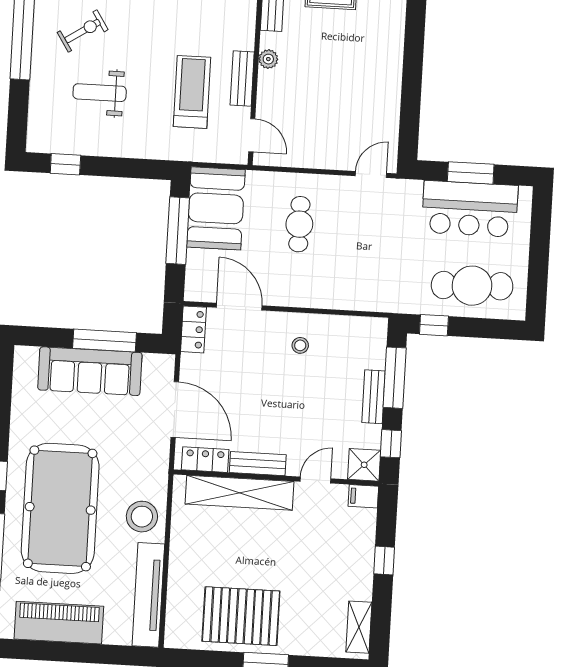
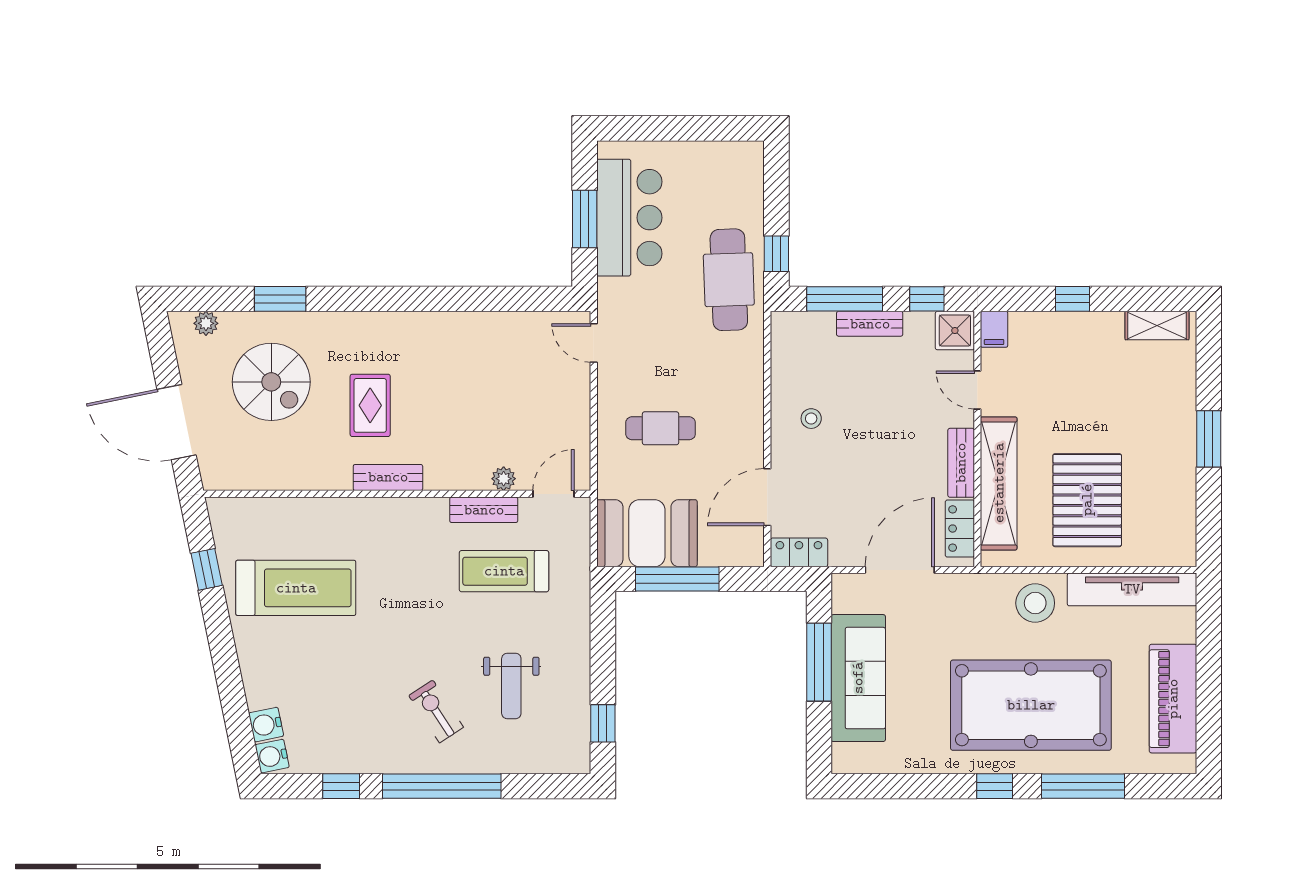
plant: (268, 59) -> (504, 479), moved
cafe table: (472, 286) -> (729, 280), moved
pallet: (241, 616) -> (1087, 500), moved

